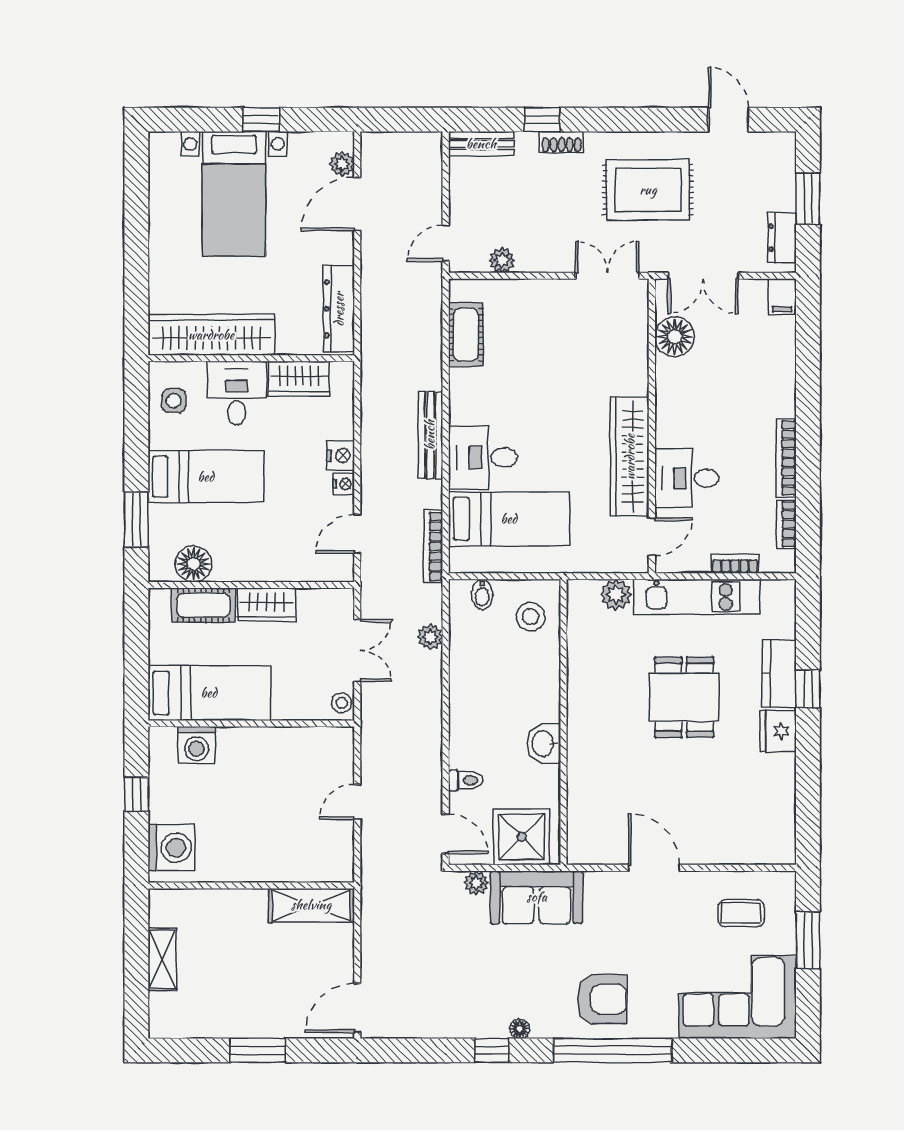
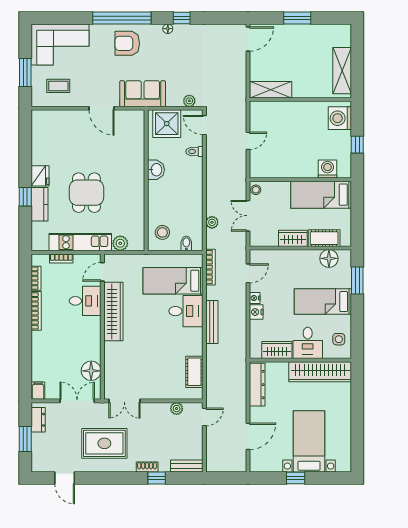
plant: (342, 164) -> (256, 456), removed
sofa: (537, 897) -> (143, 94), moved
shelving: (162, 960) -> (342, 71), width x1.50, depth x1.33

